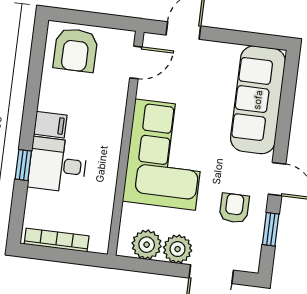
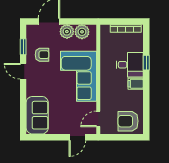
armchair: (76, 50) -> (128, 121), turned -90
sofa: (258, 100) -> (37, 115), width x0.73
armchair: (234, 208) -> (42, 55), turned -90

